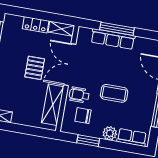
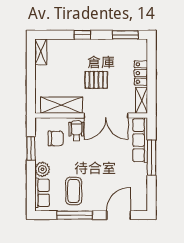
row of seats: (113, 39) -> (140, 140), moved
double door: (70, 65) -> (106, 115), swing flipped
coffee table: (114, 93) -> (74, 191), moved
chair: (83, 116) -> (56, 138), turned 90

